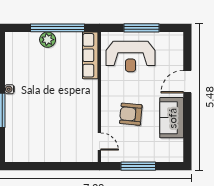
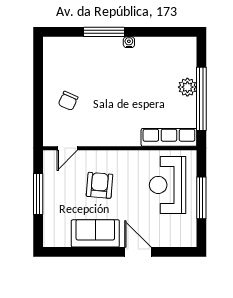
chair: (59, 141) -> (68, 101), added

